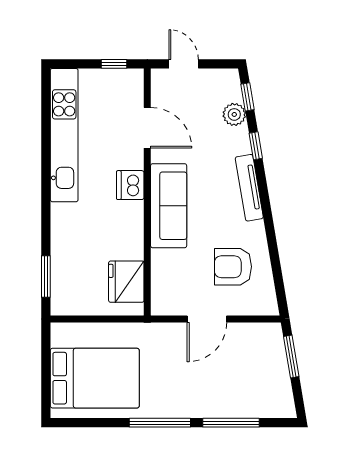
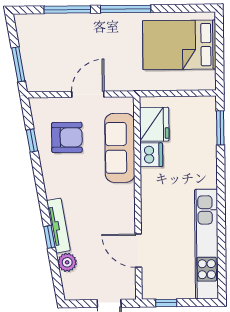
window: (247, 97) -> (32, 141), moved
dishwasher: (130, 185) -> (151, 155), moved
tv unit: (249, 188) -> (58, 226), moved
sofa: (169, 206) -> (120, 148), moved

